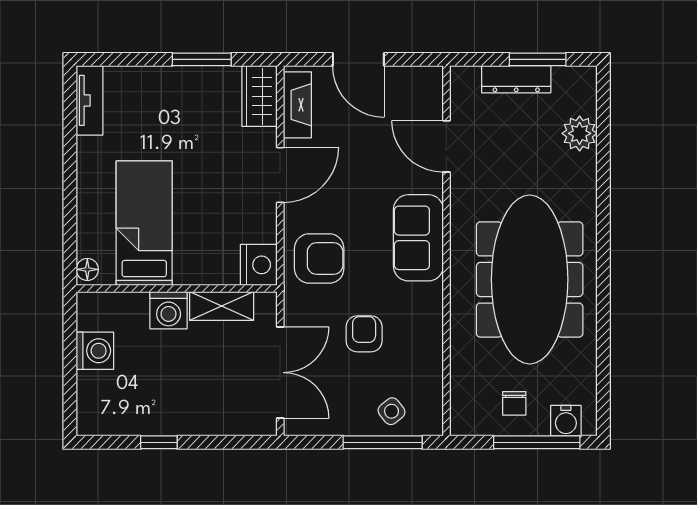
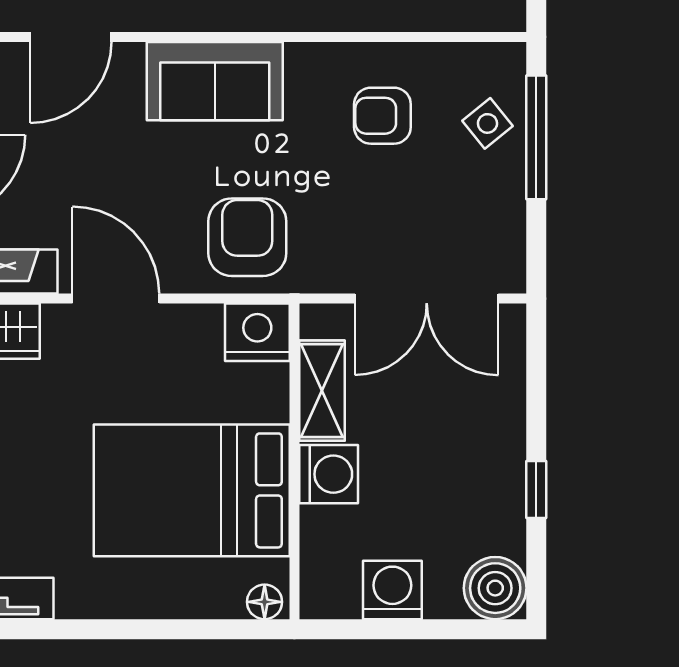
bed: (144, 223) -> (192, 490), width x1.50
armchair: (364, 334) -> (382, 116), moved
double door: (280, 373) -> (427, 299), swing flipped
boiler: (96, 416) -> (495, 588), added

